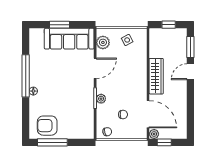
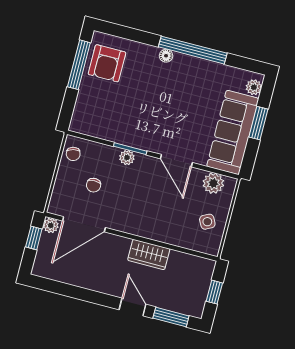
plant: (39, 33) -> (254, 87), added
wardrobe: (156, 76) -> (149, 254), width x0.67
armchair: (47, 126) -> (107, 63), turned 180

